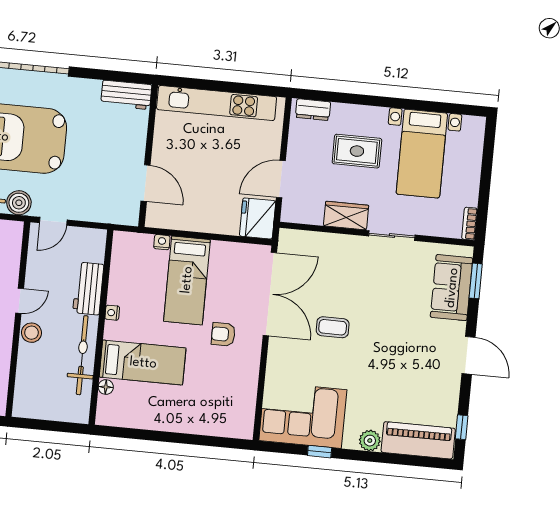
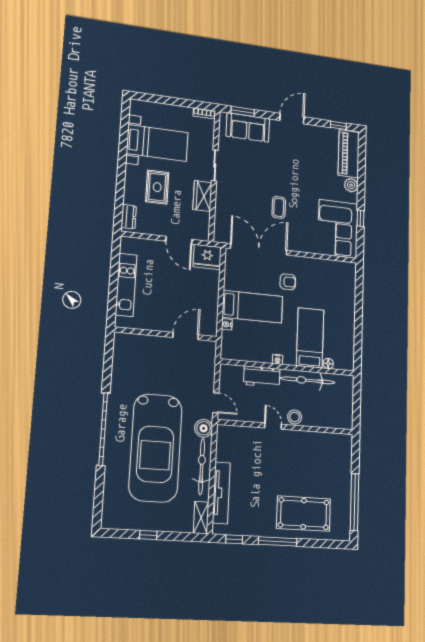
workbench: (126, 95) -> (122, 350), removed
kitchen unit: (217, 103) -> (126, 285), width x0.73
armchair: (223, 334) -> (288, 282), turned -90

